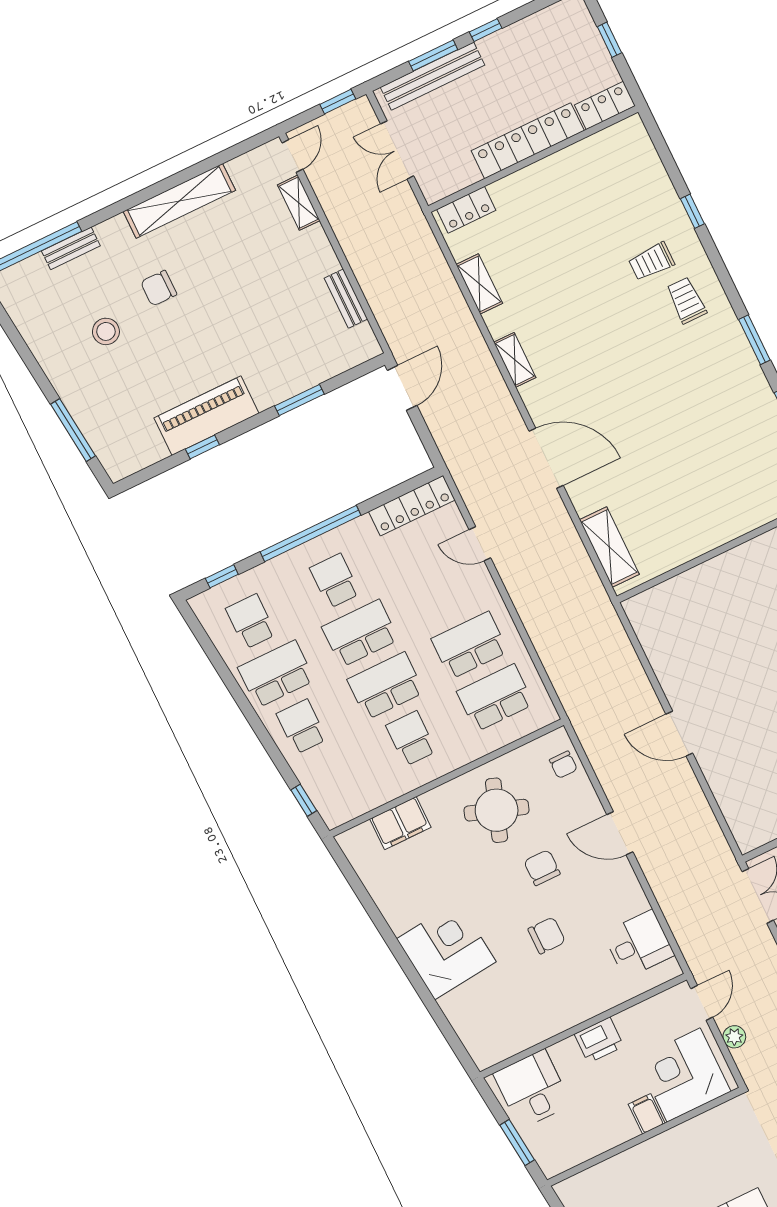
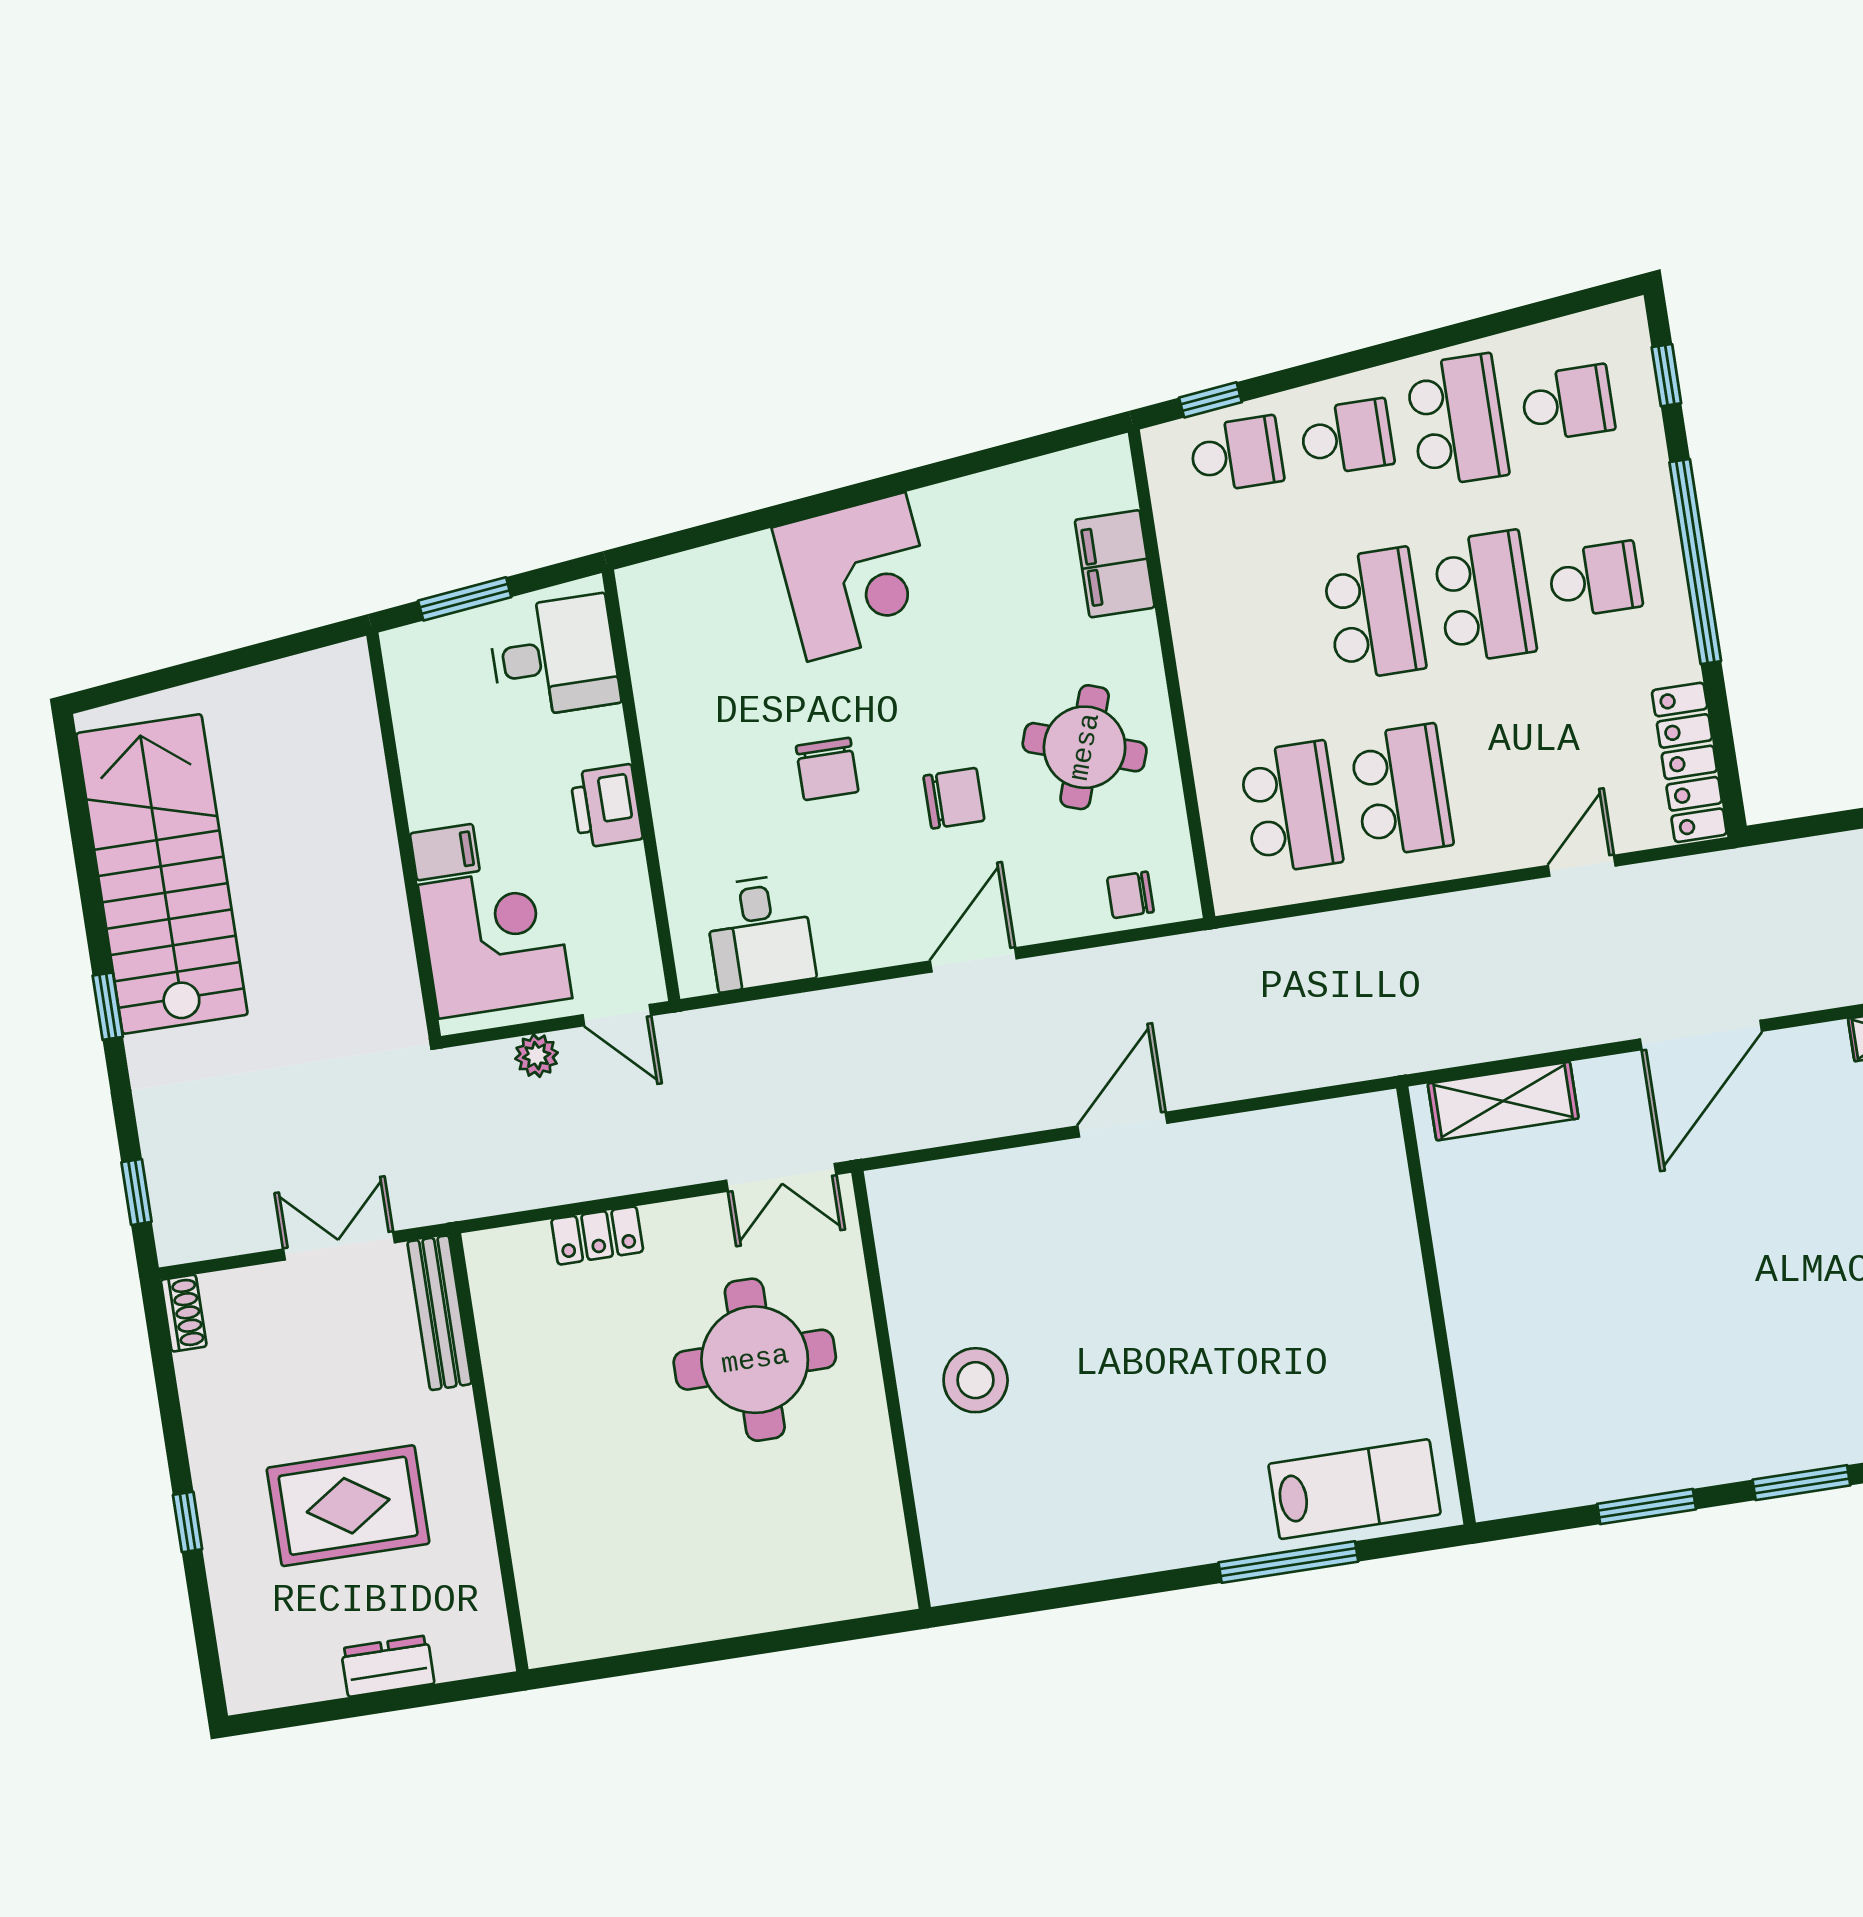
school desk: (411, 738) -> (1236, 454), moved

